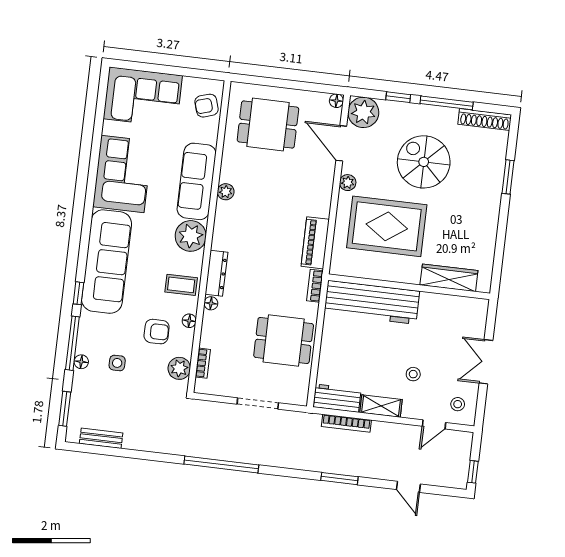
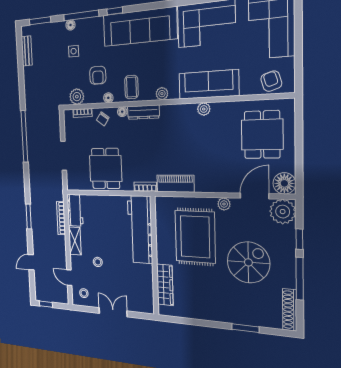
floor lamp: (336, 101) -> (284, 183), width x1.89, depth x1.89
plant: (191, 236) -> (162, 94), width x0.53, depth x0.53
chair: (216, 334) -> (103, 119), added

